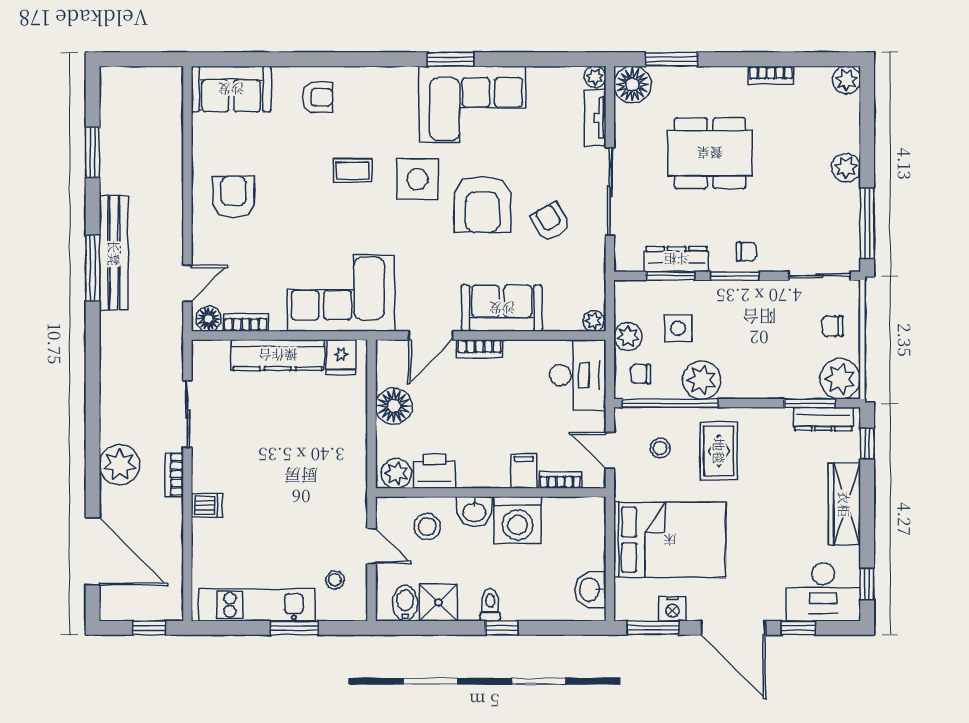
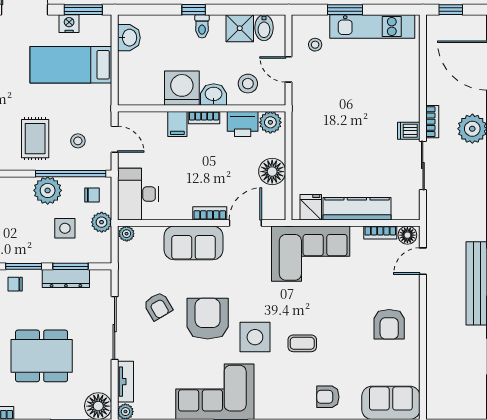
bookcase: (560, 480) -> (204, 118), moved
dishwasher: (207, 506) -> (409, 131), moved
bed: (670, 540) -> (71, 65), width x0.67

